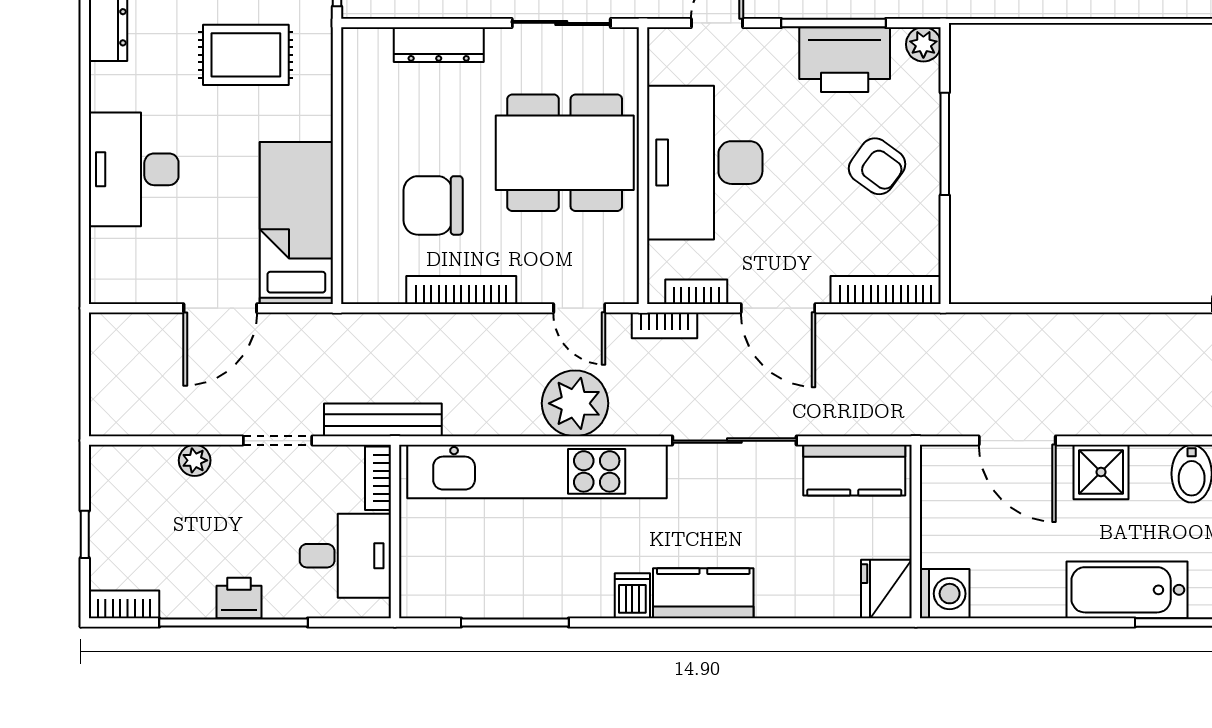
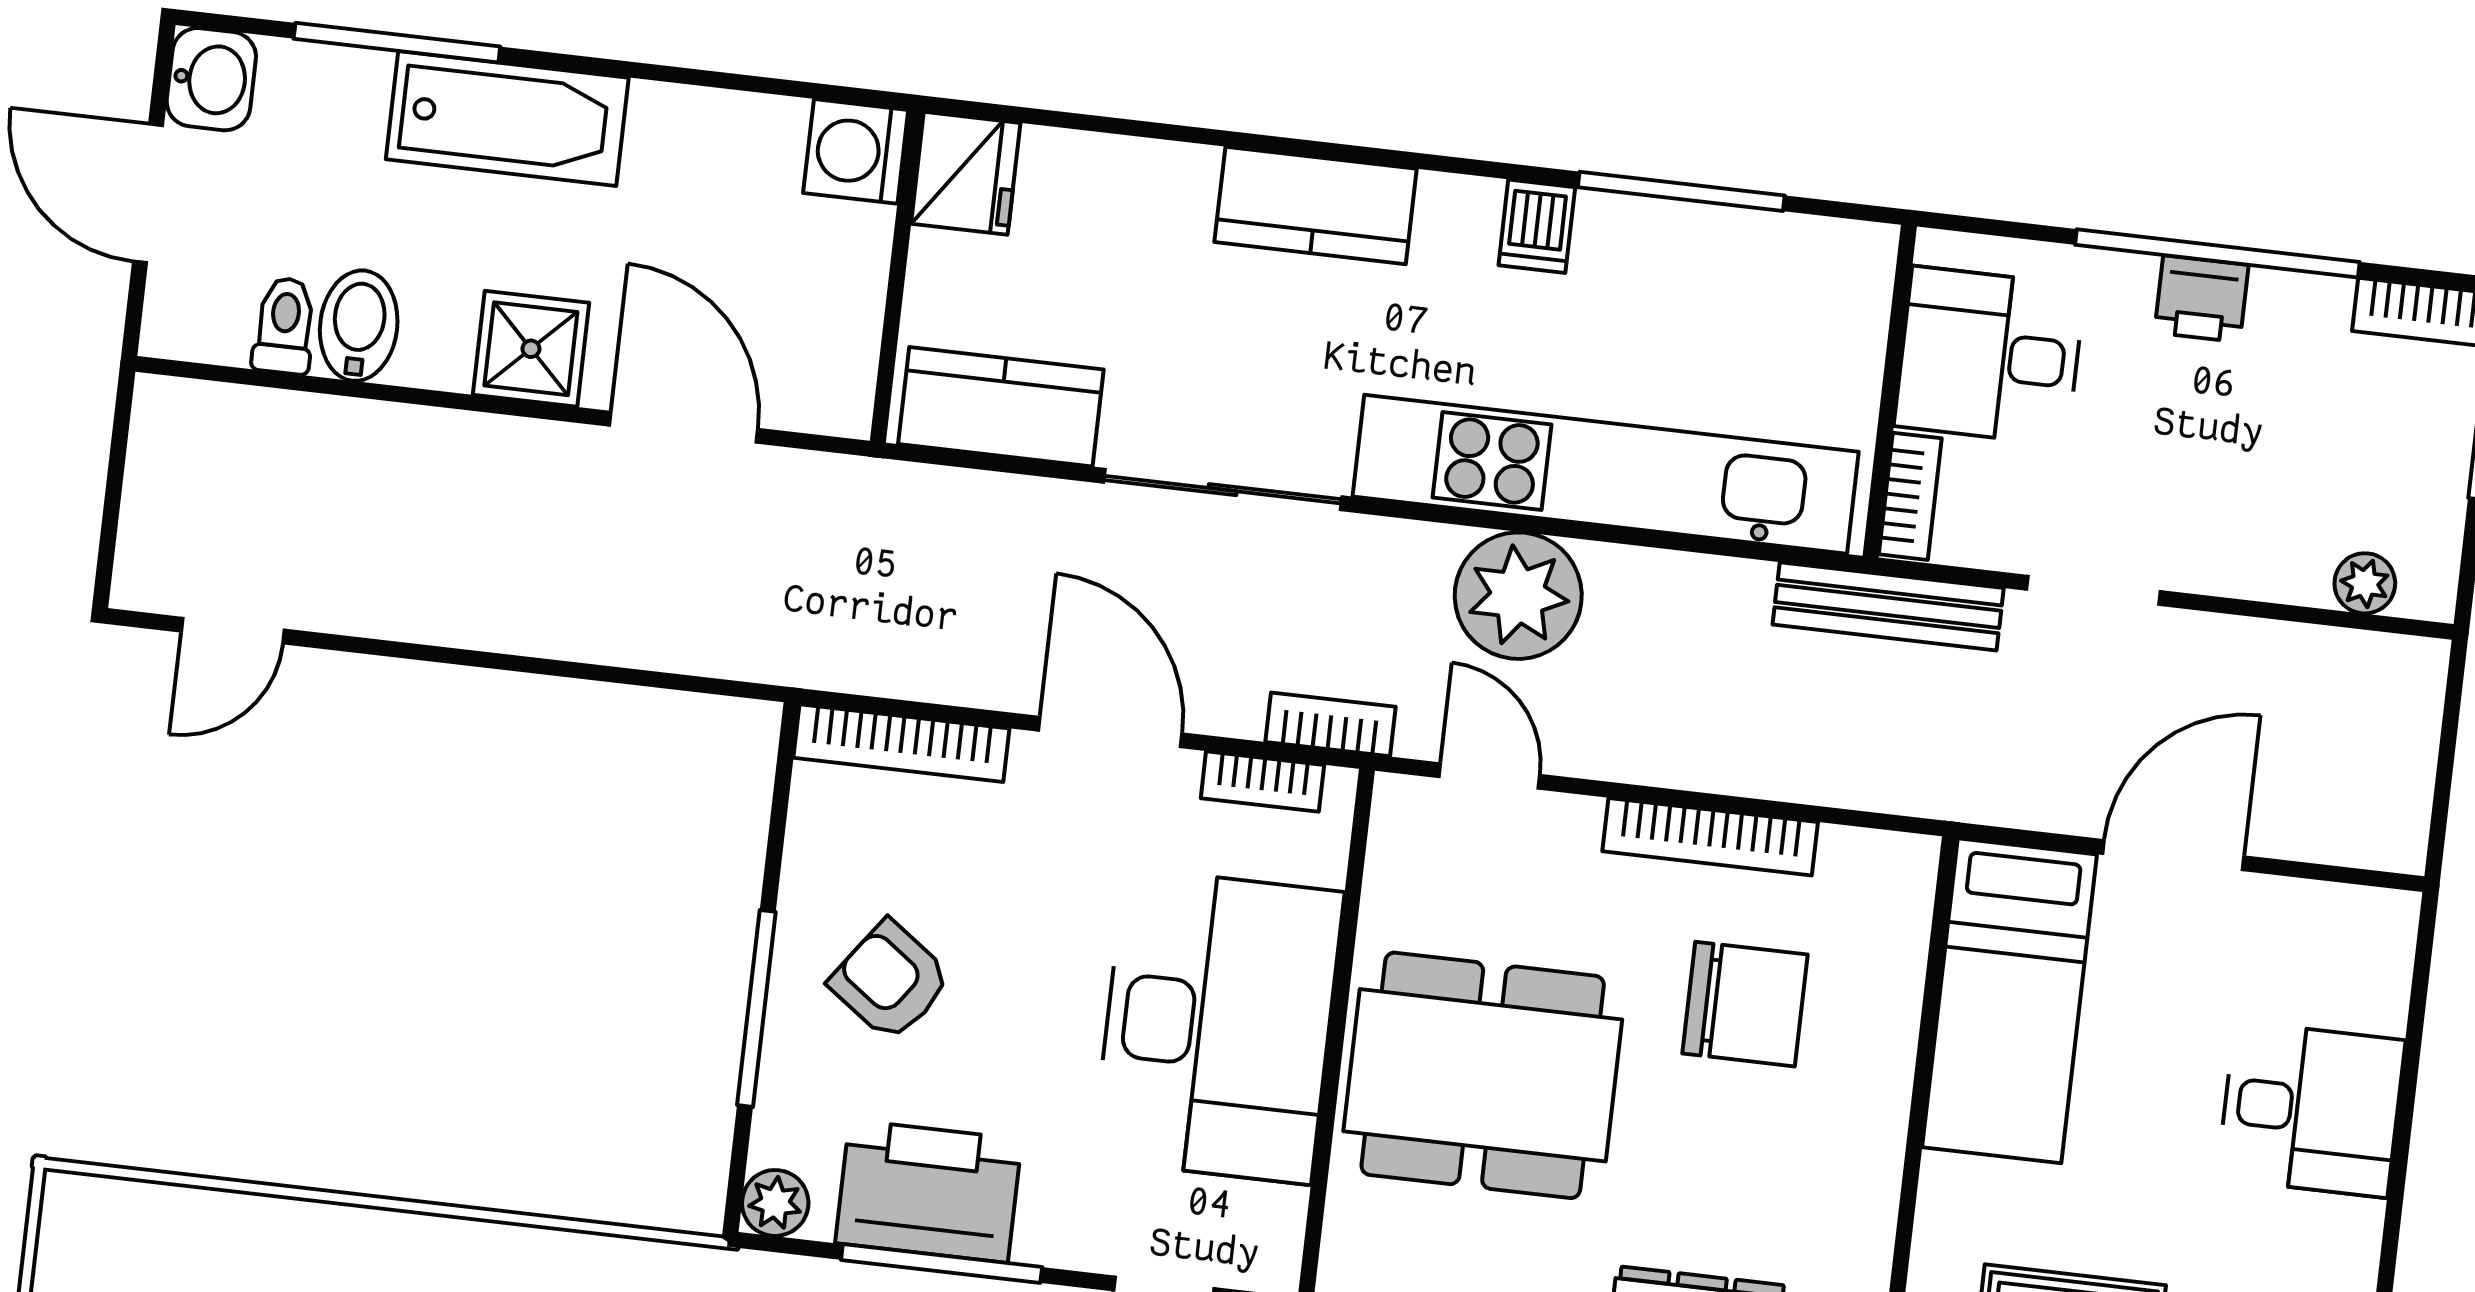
desk: (134, 169) -> (2311, 1109), width x0.73
plant: (195, 460) -> (2365, 583), moved
dishwasher: (632, 596) -> (1537, 226), moved

